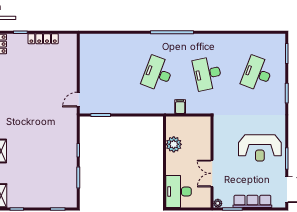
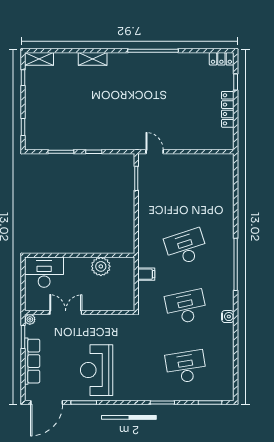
water cooler: (215, 39) -> (228, 317), added
desk: (158, 74) -> (186, 247), turned -39
desk: (257, 74) -> (186, 367), turned -30

